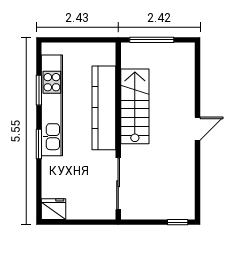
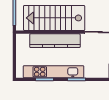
stairs: (135, 106) -> (54, 18), width x1.36, depth x1.51

